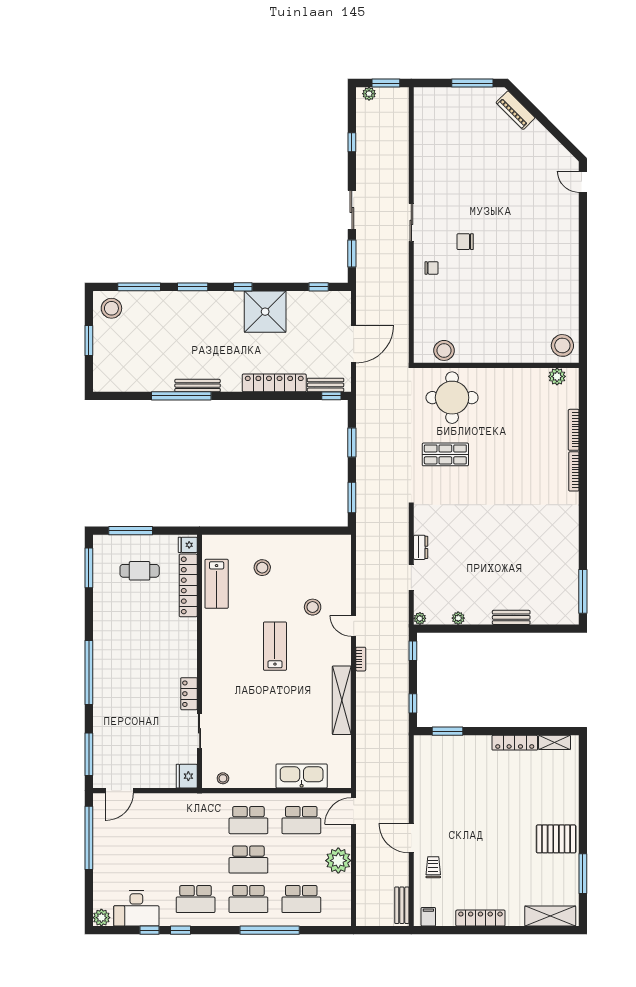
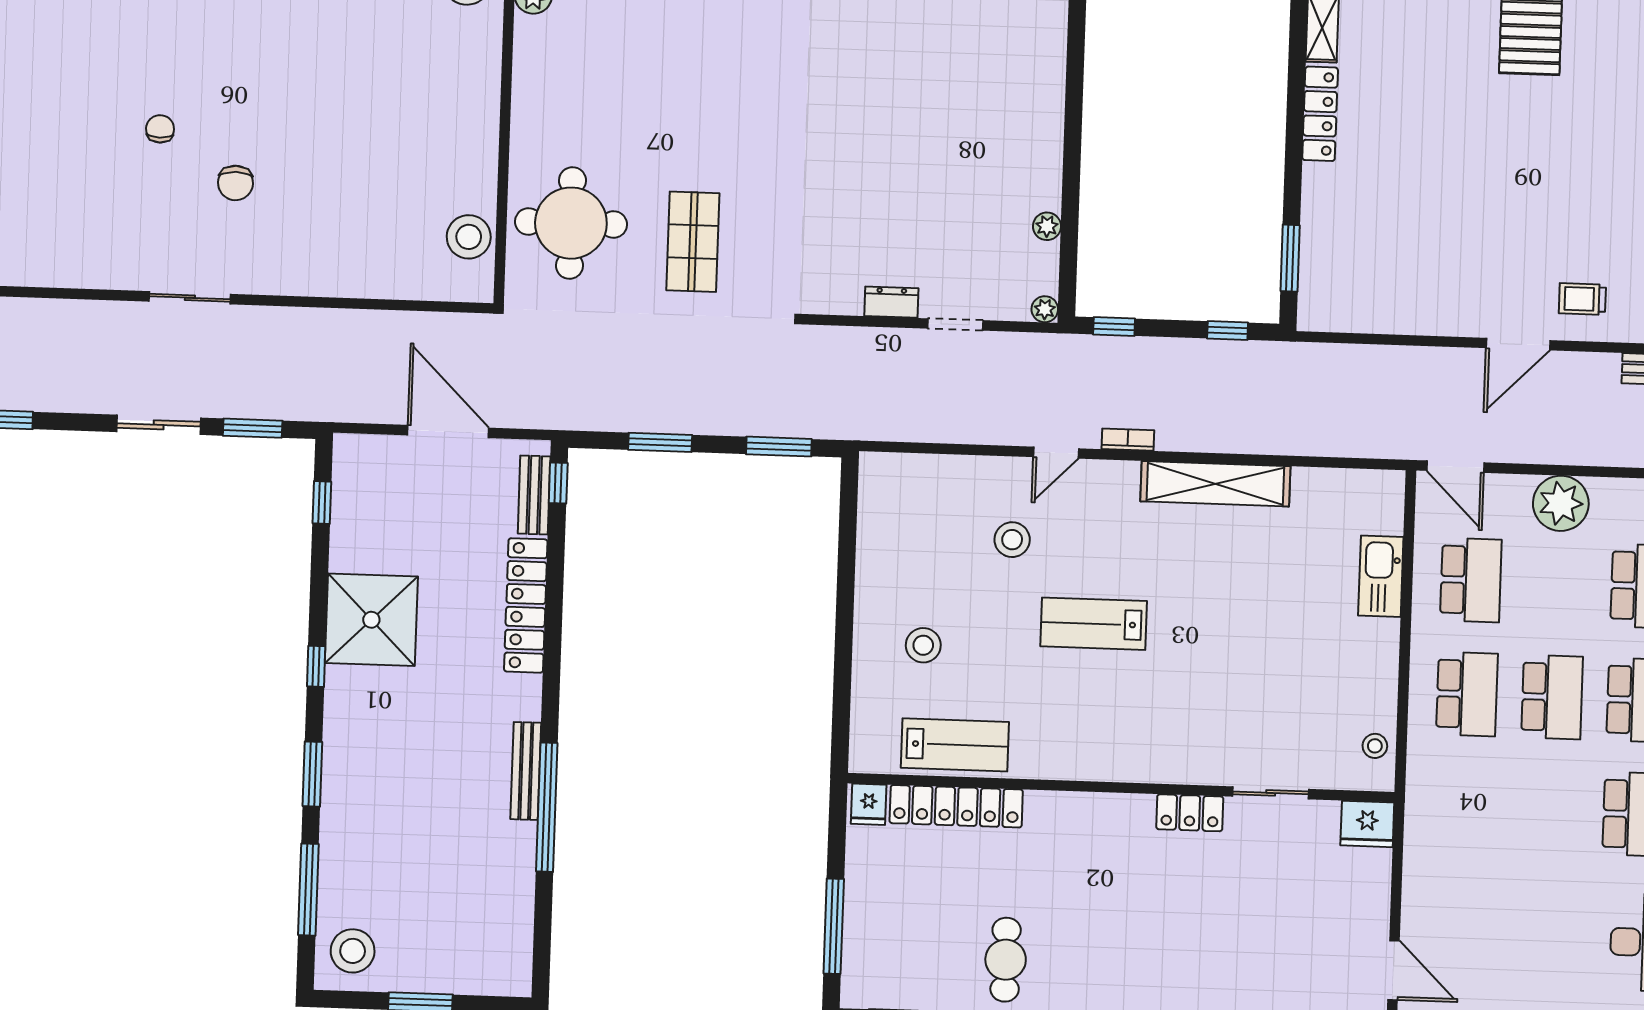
chair: (431, 268) -> (160, 129), moved
cafe table: (140, 571) -> (1006, 960), moved
bench: (511, 617) -> (1049, 112), removed
kitchen sink: (302, 776) -> (1381, 576), width x0.73, depth x0.81

